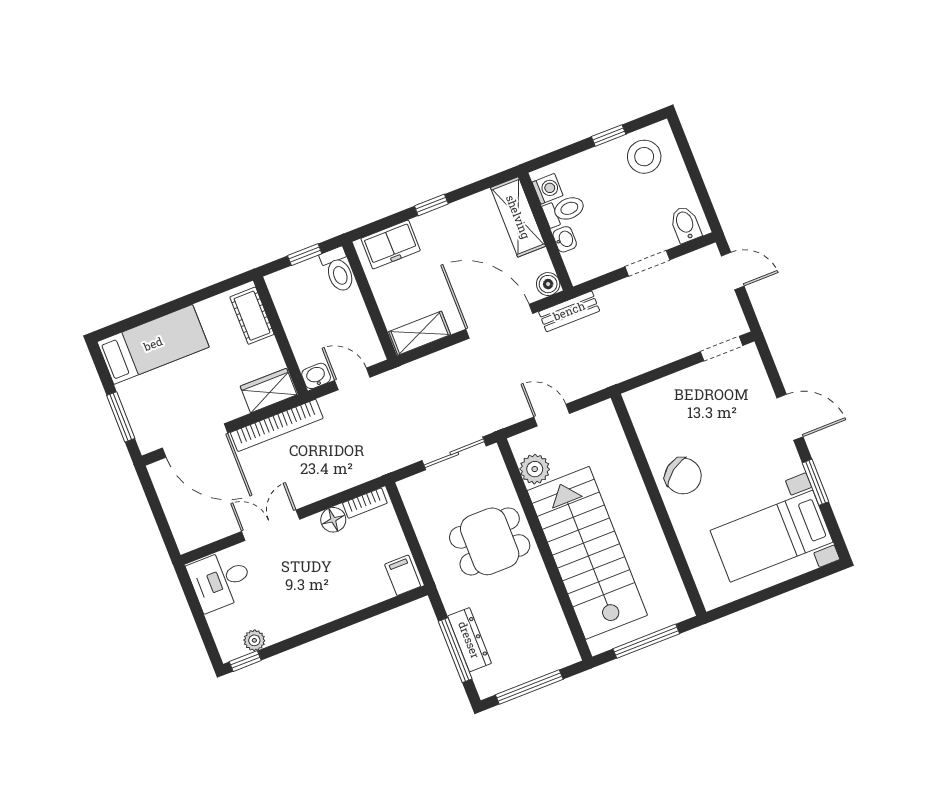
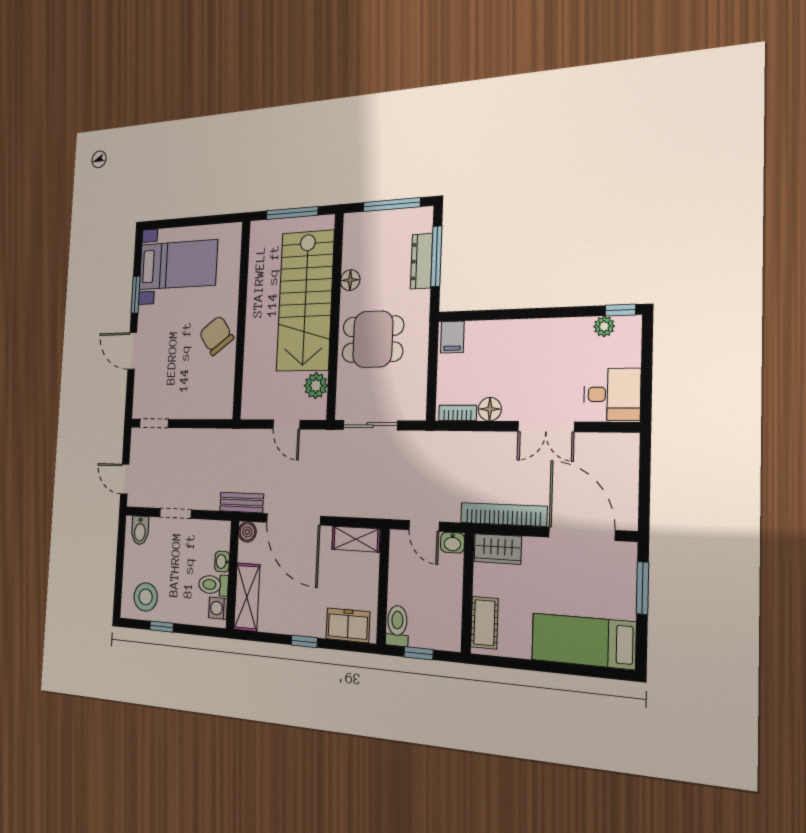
floor lamp: (543, 593) -> (350, 280), added

